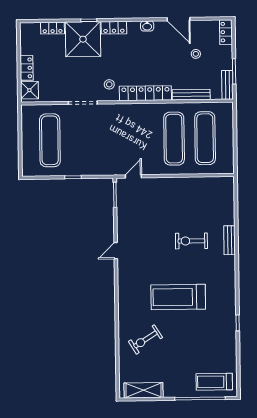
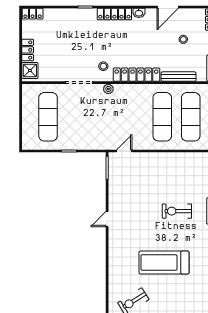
door: (178, 19) -> (168, 7), hinge flipped
locker: (53, 28) -> (33, 14), moved
locker: (114, 28) -> (114, 14), width x1.53
shower: (83, 39) -> (80, 24), removed
plant: (115, 109) -> (108, 89), added

